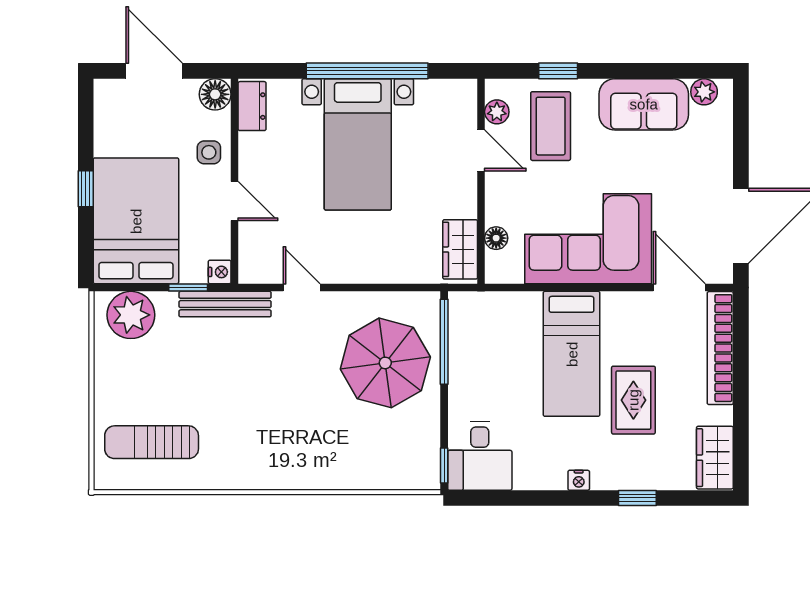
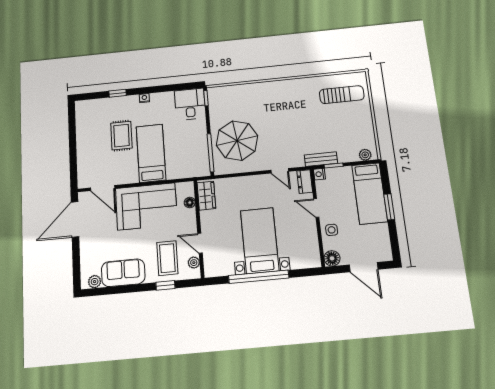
dresser: (252, 106) -> (305, 181), moved
window: (86, 189) -> (389, 207), width x1.50
bed: (136, 221) -> (370, 193), width x0.67
bench: (225, 304) -> (321, 159), width x0.73
plant: (131, 315) -> (365, 155), width x0.53, depth x0.53
bookcase: (720, 348) -> (83, 163), removed
wardrobe: (715, 458) -> (83, 114), removed

